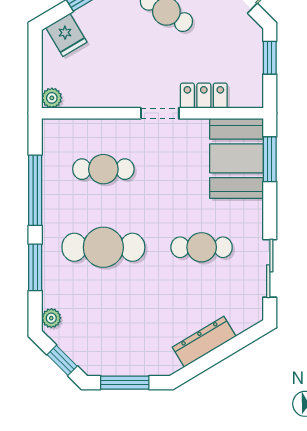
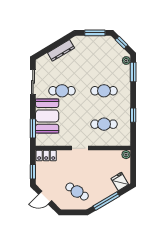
locker: (204, 96) -> (46, 156), moved
booth: (236, 158) -> (47, 116), moved
window: (35, 190) -> (133, 115), width x0.46
cafe table: (103, 247) -> (104, 91), width x0.73, depth x0.74
window: (35, 267) -> (133, 72), moved

